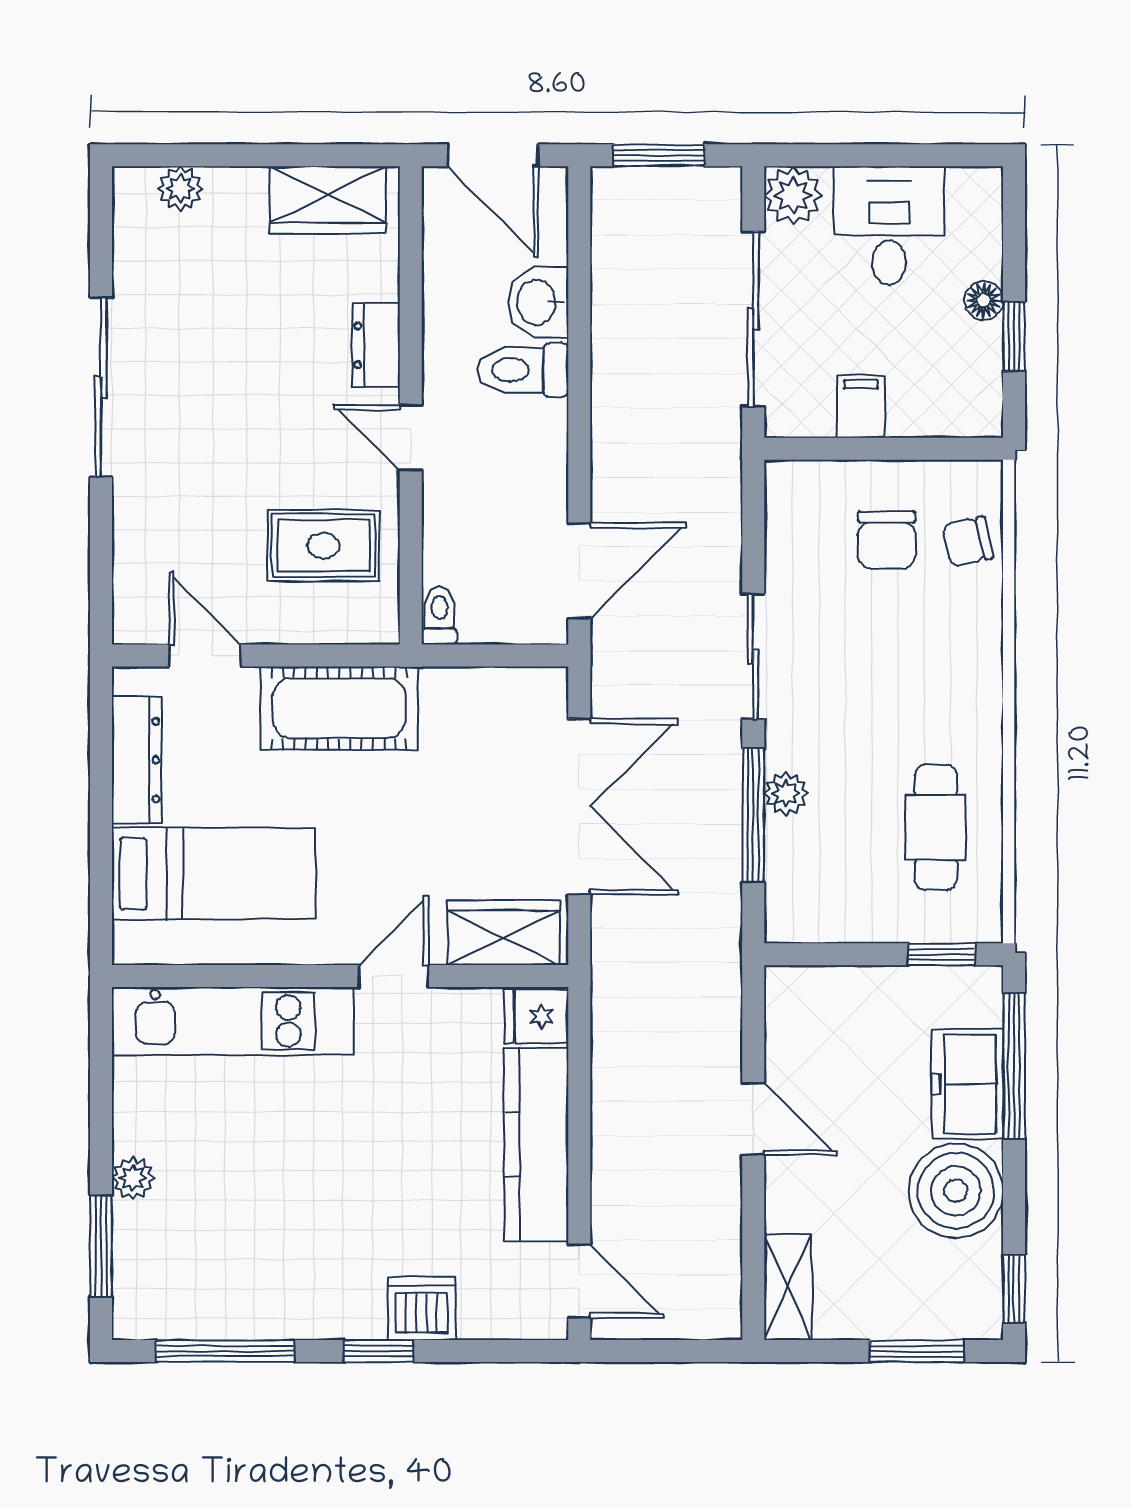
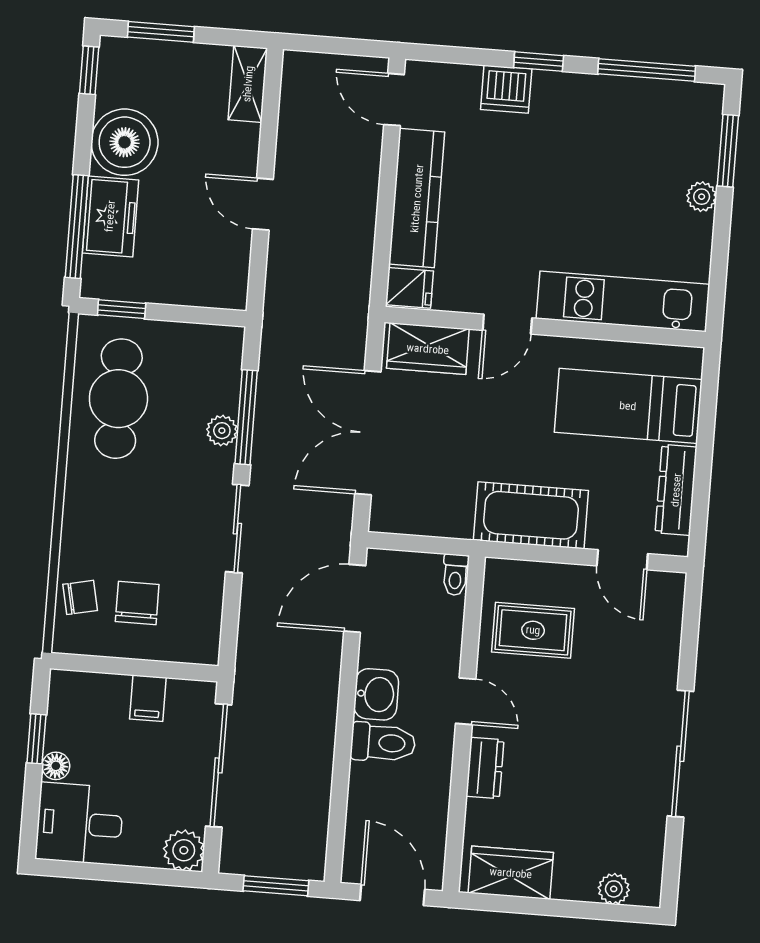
desk: (889, 226) -> (80, 824), moved, turned 90
washbasin: (538, 302) -> (376, 694), moved
cafe table: (936, 827) -> (118, 399), width x1.37, depth x1.35

